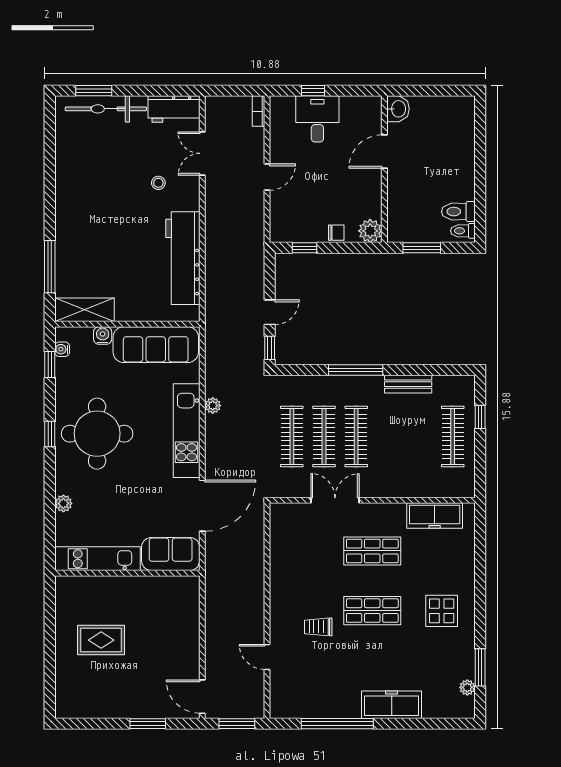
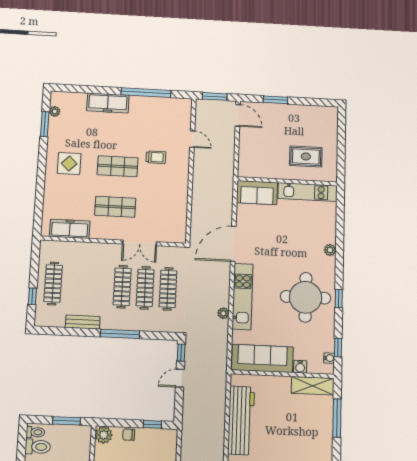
sofa: (171, 554) -> (257, 193), moved
kitchen unit: (97, 559) -> (308, 192), moved
wall: (127, 573) -> (287, 181), moved

